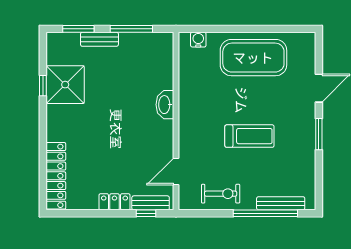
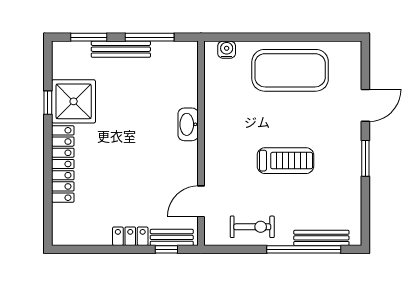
bench: (99, 39) -> (121, 49), width x1.36
locker: (56, 176) -> (63, 164), moved

